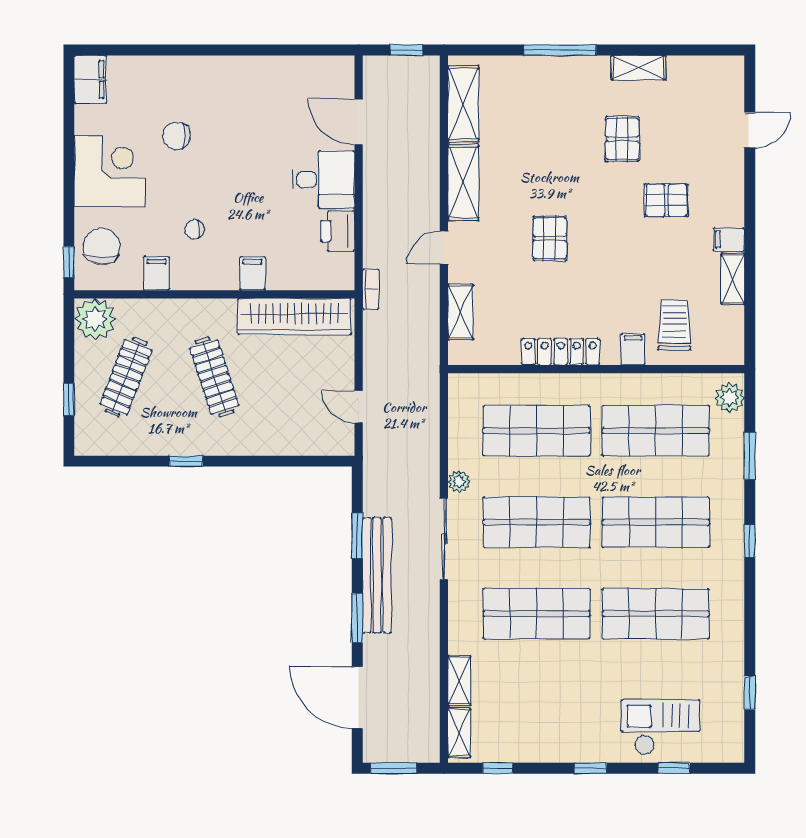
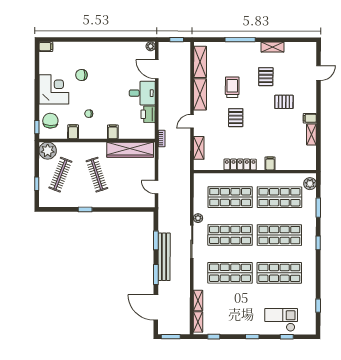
plant: (344, 66) -> (151, 46), added
filing cabinet: (90, 79) -> (46, 47), width x0.50
trolley: (674, 325) -> (232, 87), moved

